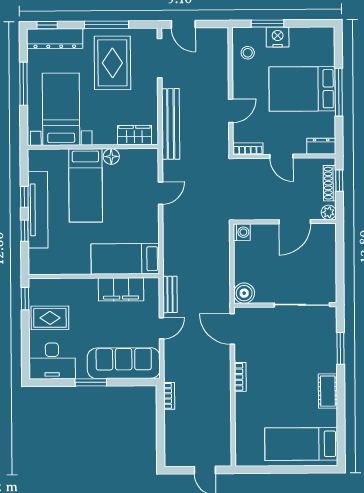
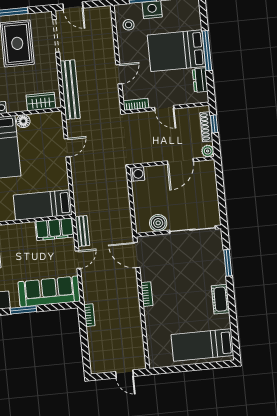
dresser: (321, 146) -> (200, 80), moved, turned -90
filing cabinet: (121, 289) -> (55, 229), moved
boiler: (244, 293) -> (158, 223), moved

